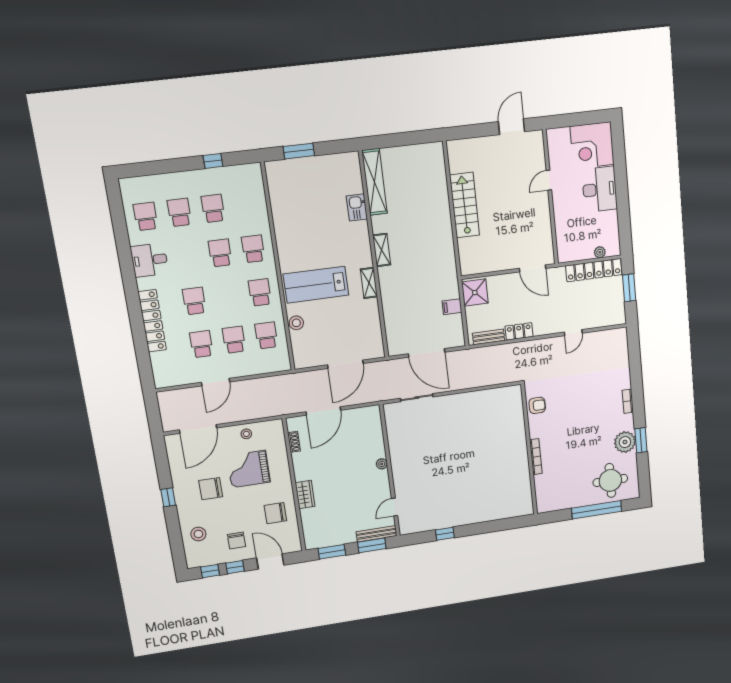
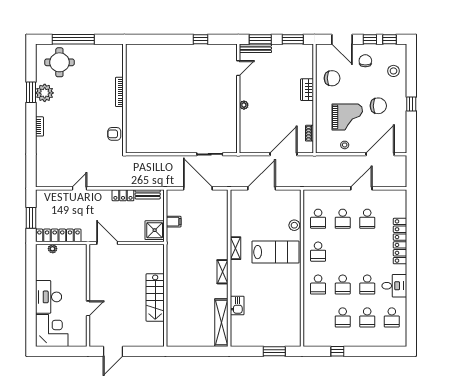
school desk: (194, 301) -> (367, 285), moved

